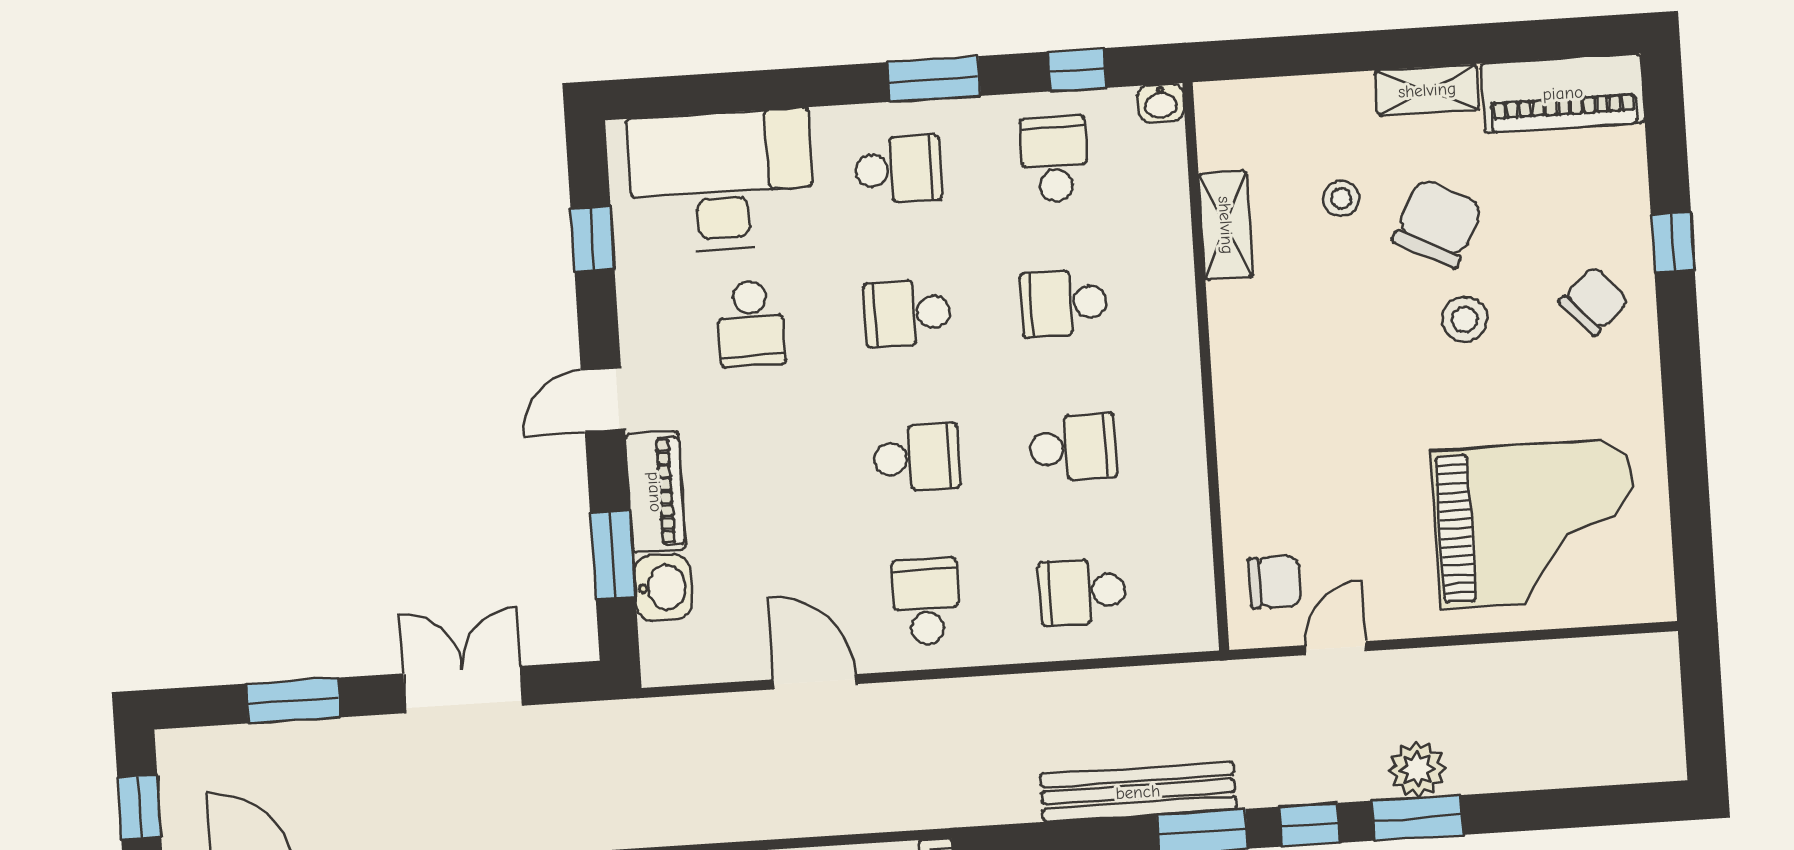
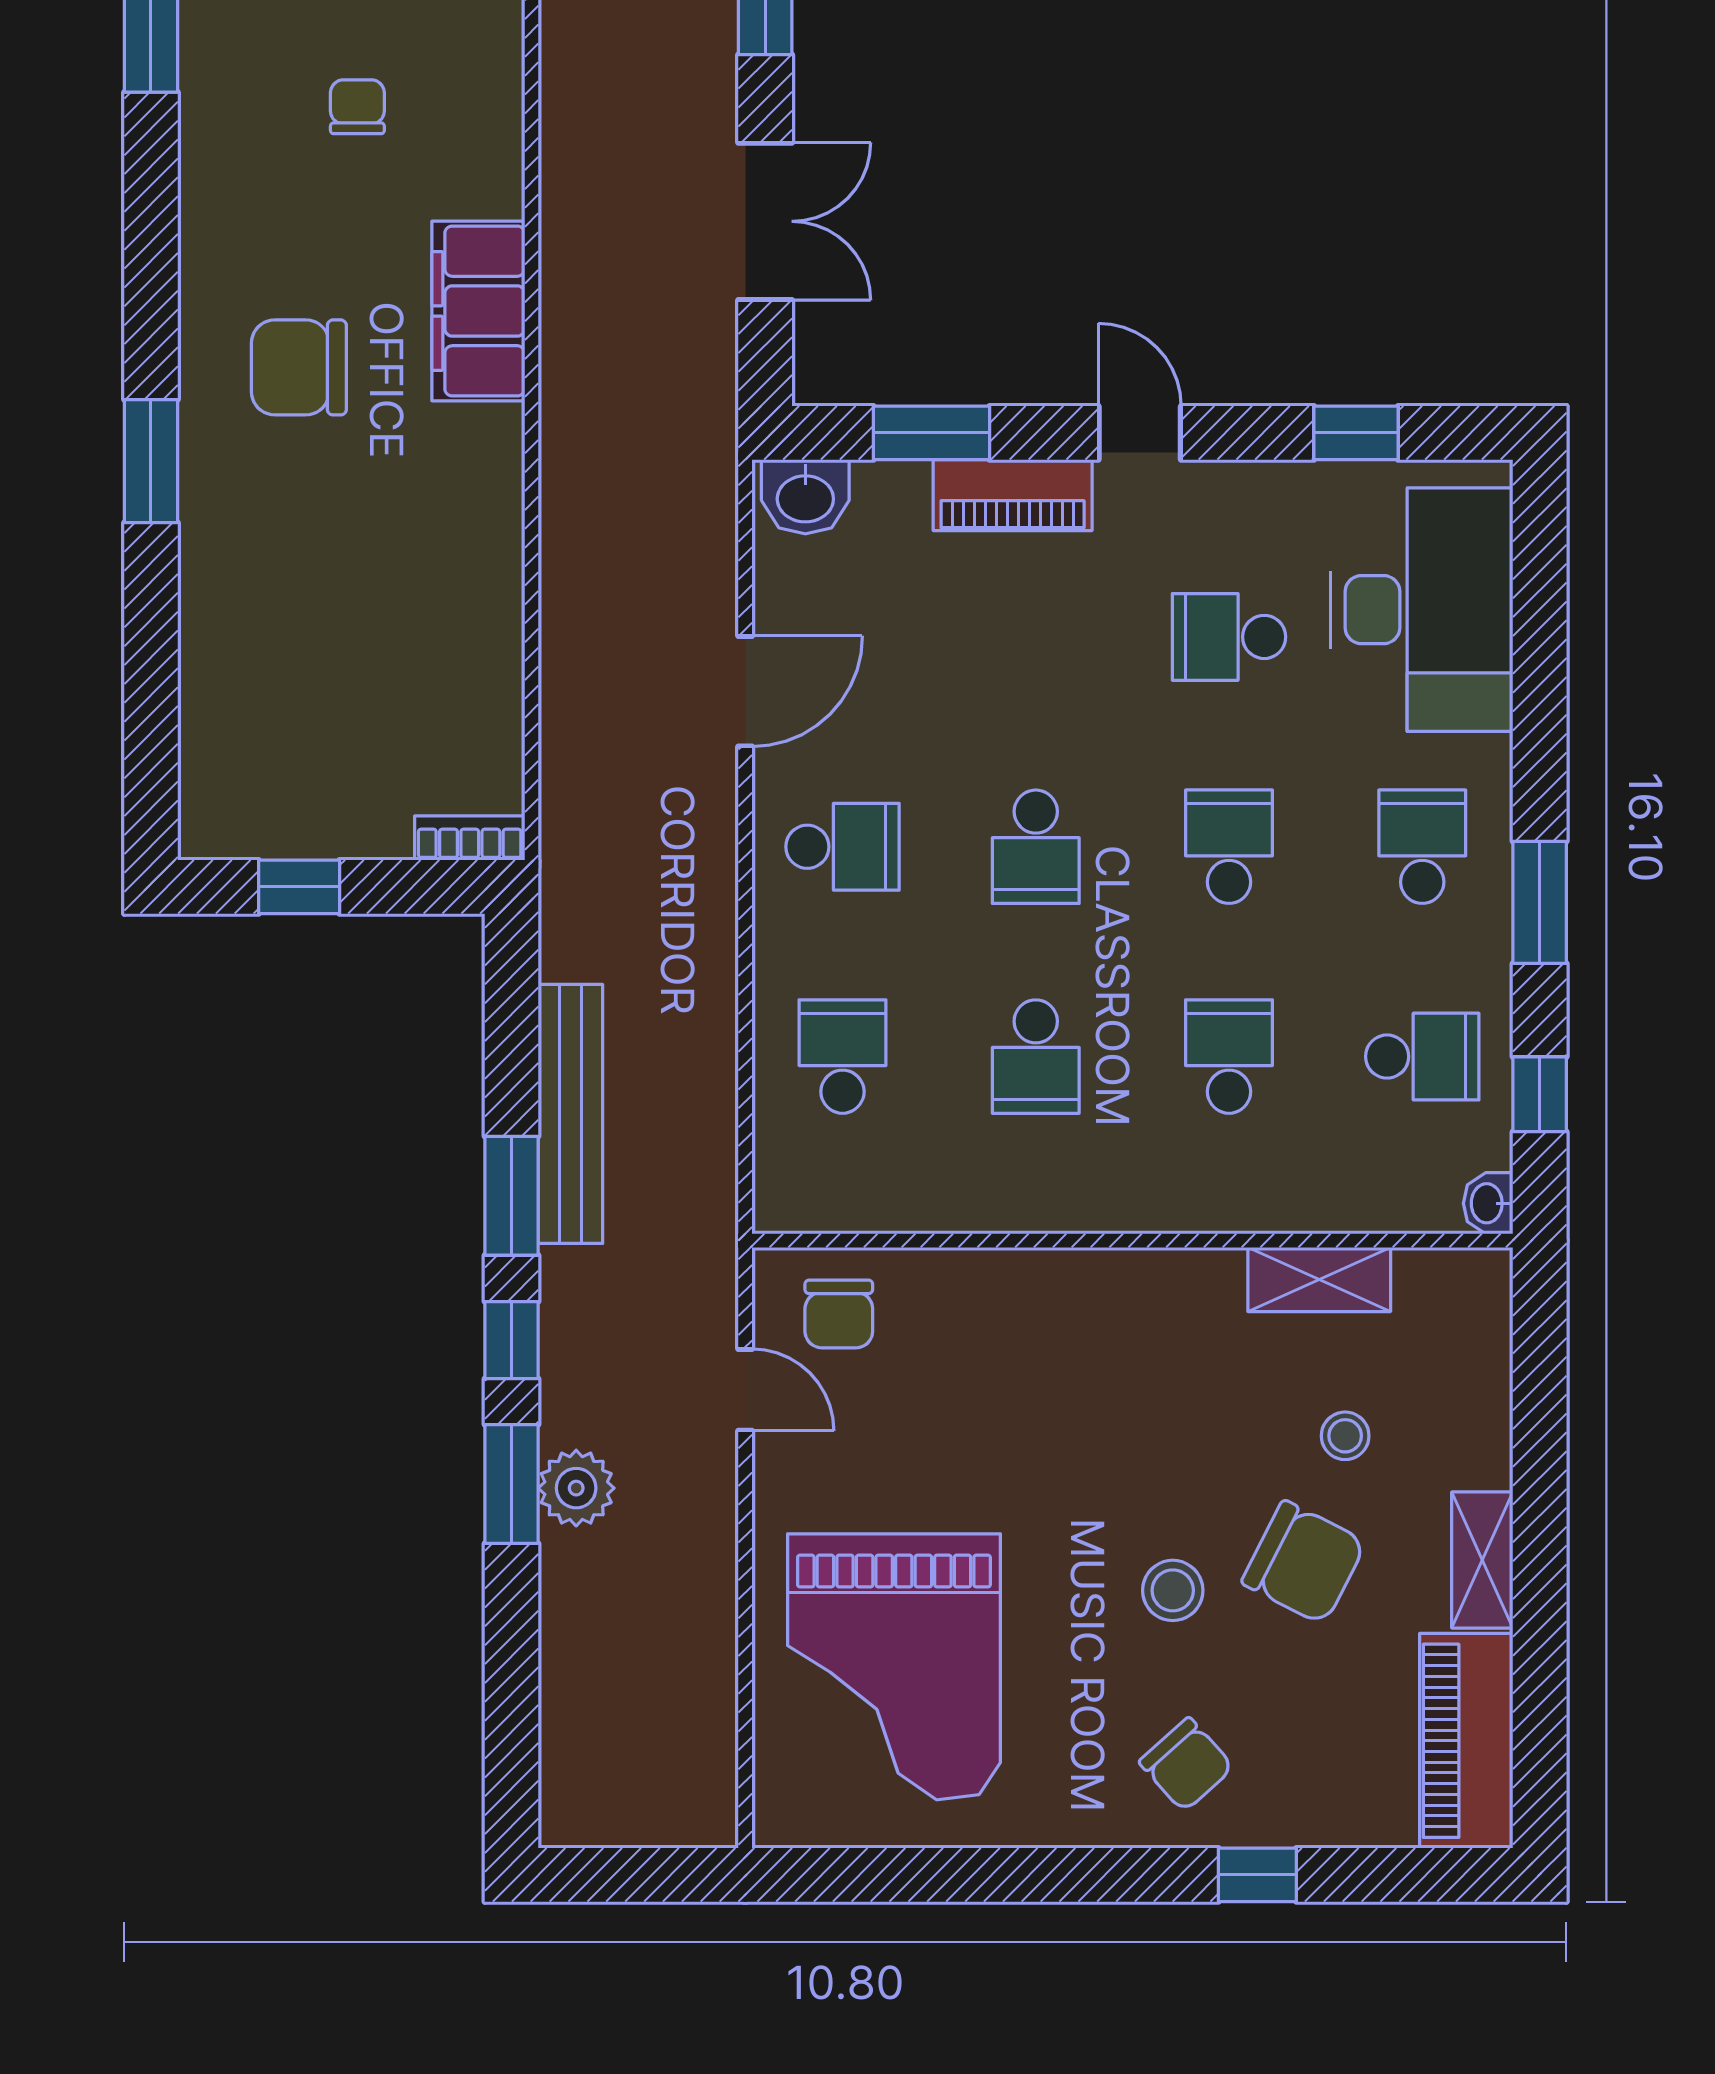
school desk: (898, 169) -> (1422, 847), turned 180
washbasin: (663, 588) -> (805, 497), moved

